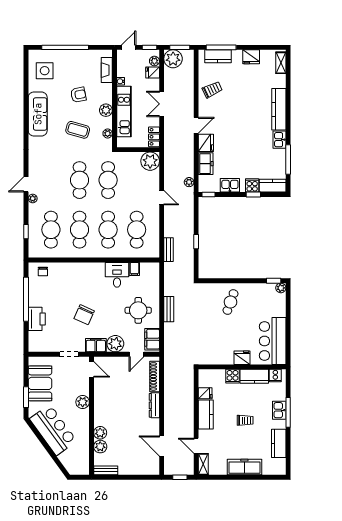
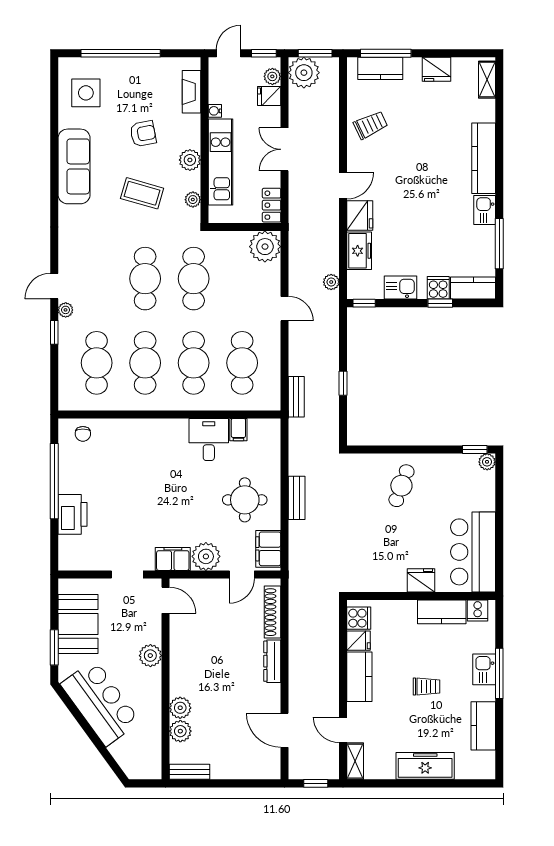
window: (26, 232) -> (54, 332), moved
chair: (84, 315) -> (153, 507), removed
cooker: (232, 376) -> (359, 618), moved, turned -90

